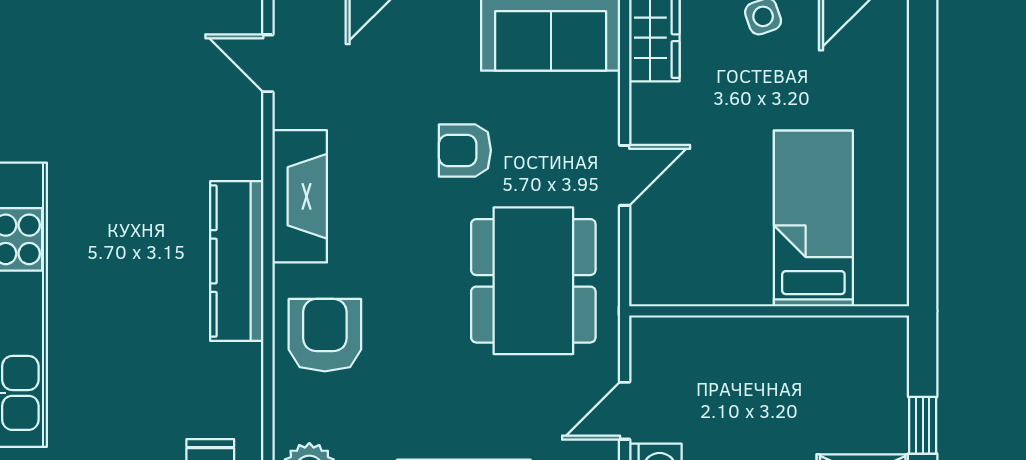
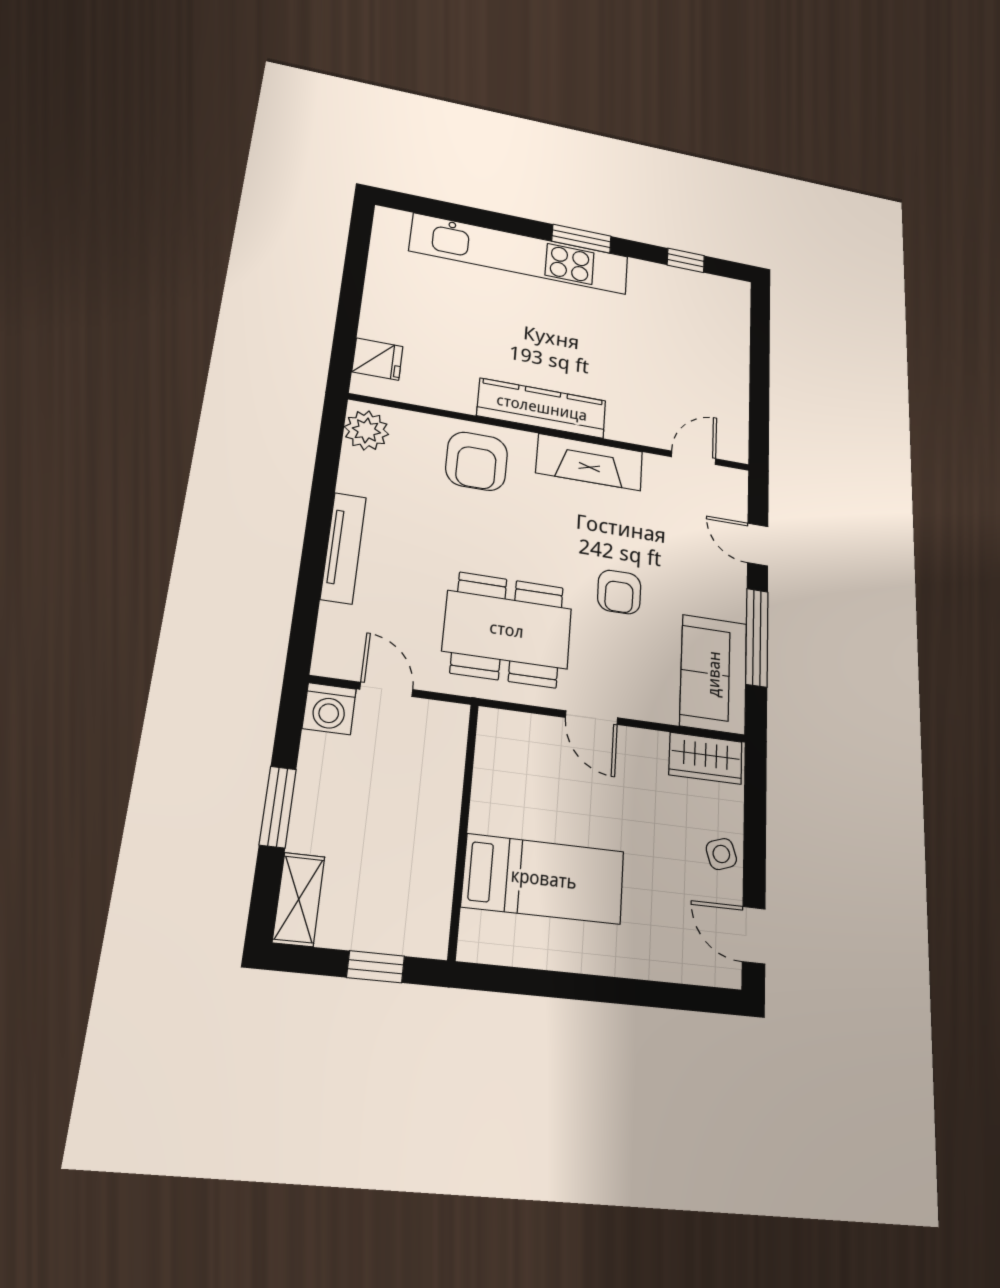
armchair: (465, 150) -> (619, 592), turned 180
armchair: (325, 335) -> (477, 461), turned 90
window: (923, 425) -> (376, 967), moved

